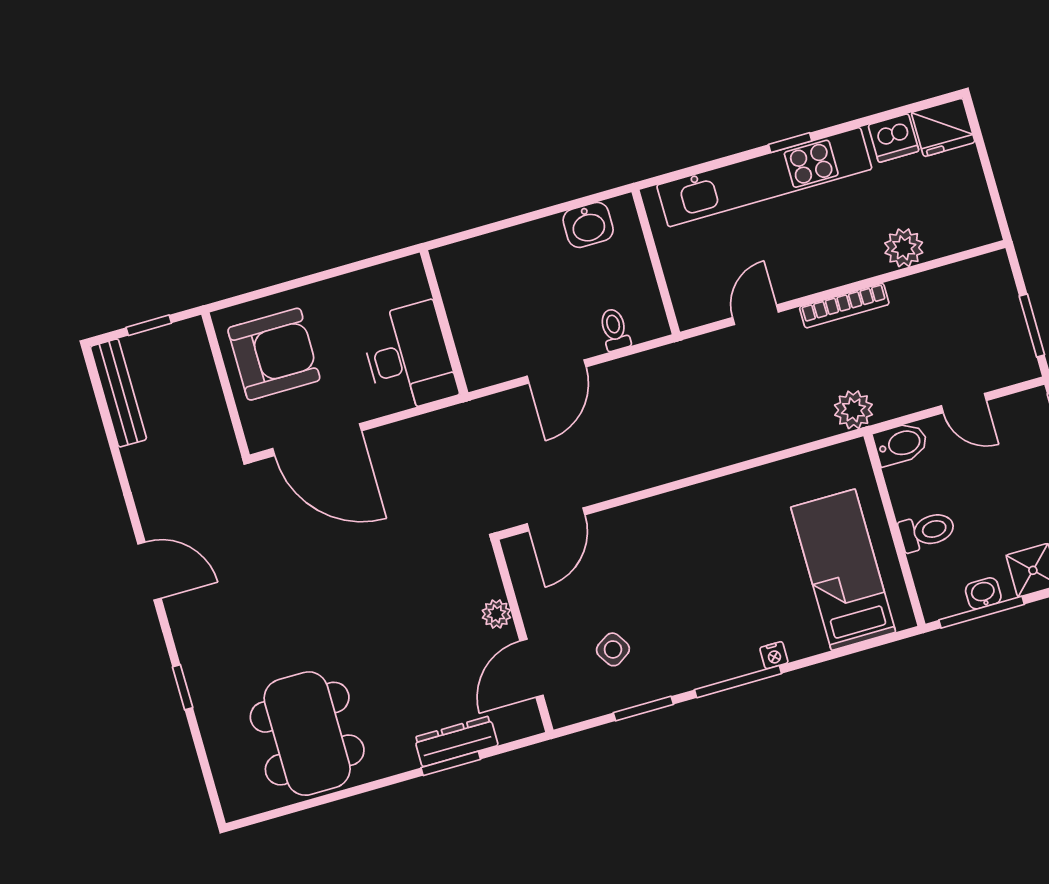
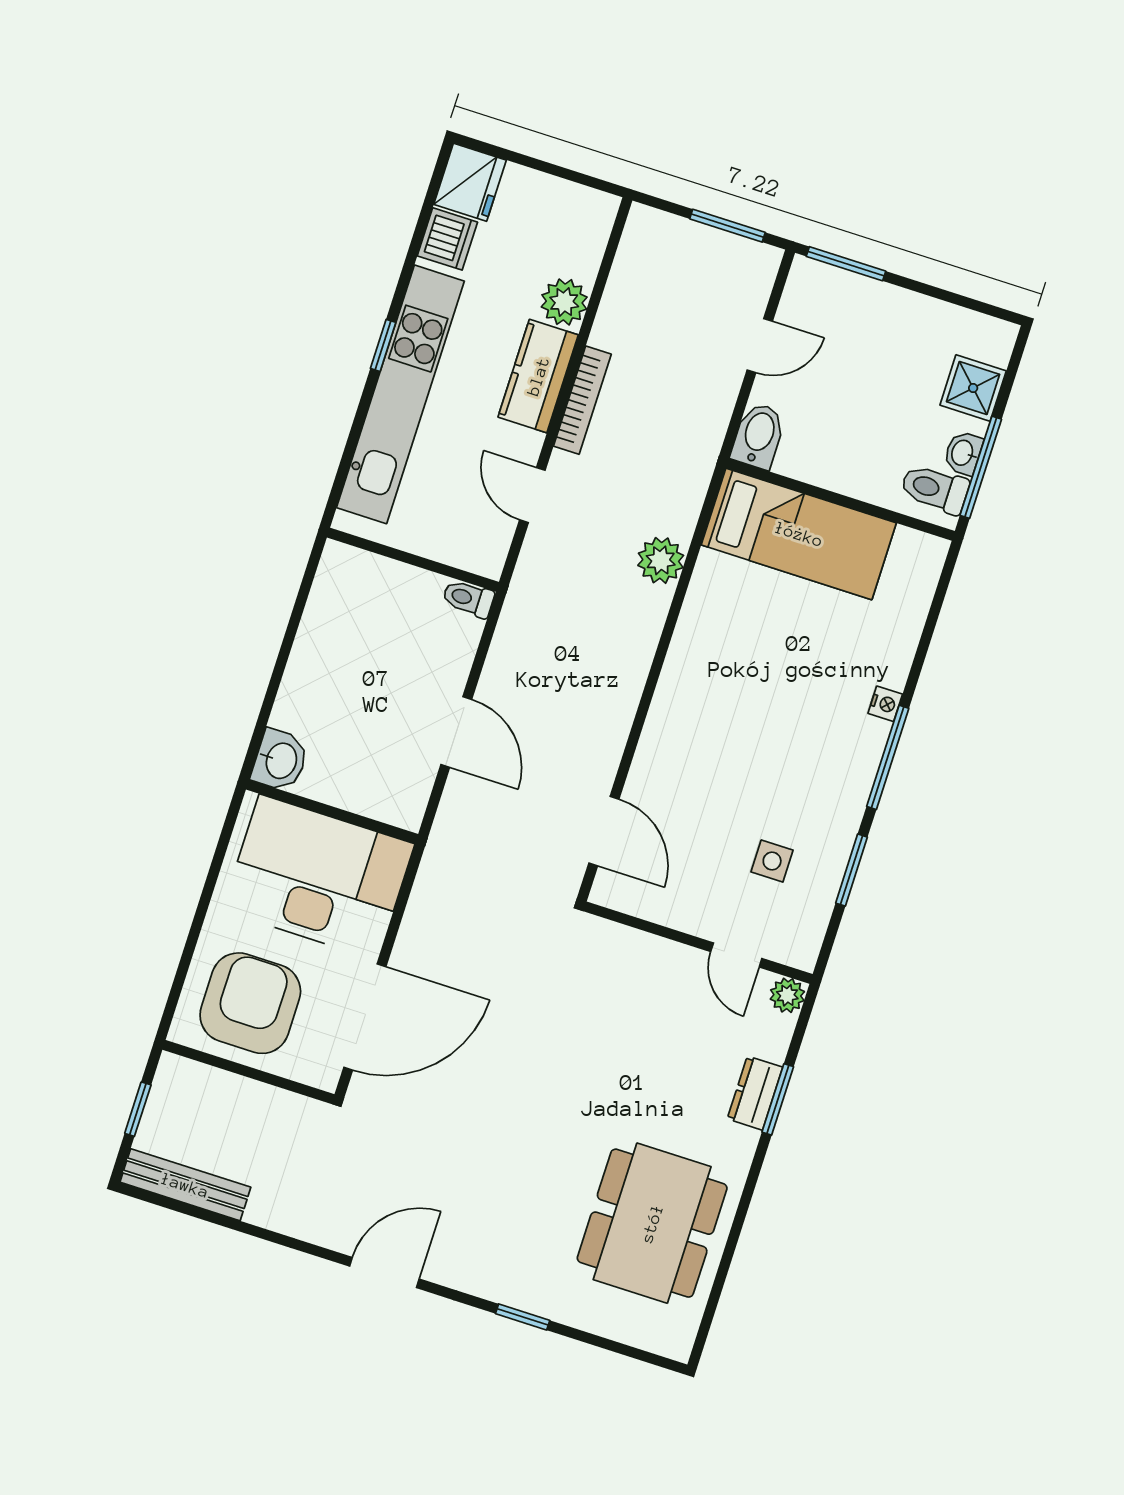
washbasin: (588, 225) -> (280, 760), moved
kitchen counter: (841, 264) -> (538, 376), added
toilet: (615, 330) -> (468, 598), moved
desk: (409, 357) -> (318, 877), width x1.36, depth x1.30
plant: (853, 410) -> (661, 560), moved
toilet: (927, 531) -> (935, 489), moved, turned -90
bed: (843, 570) -> (799, 534), moved, turned 180
plant: (496, 614) -> (787, 995), moved
side table: (613, 649) -> (772, 861), turned 33
door: (531, 668) -> (736, 955), width x0.73
dining table: (307, 734) -> (652, 1223), turned 90
dresser: (456, 741) -> (755, 1093), width x0.70

